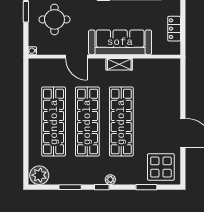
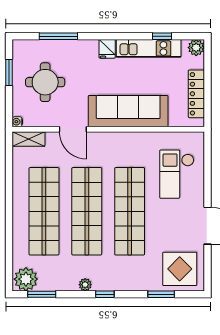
locker: (174, 29) -> (196, 94), width x1.53
shelving: (119, 64) -> (28, 139), moved
checkout: (159, 92) -> (177, 174), added
plant: (110, 180) -> (85, 285), moved
window: (70, 187) -> (42, 294), moved

